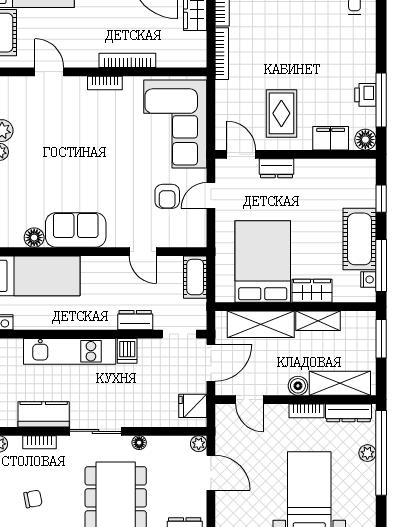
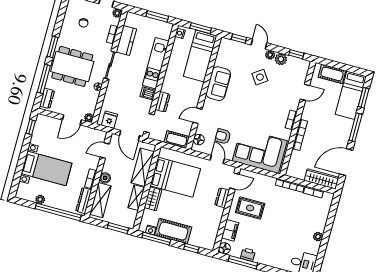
side table: (44, 159) -> (260, 77), added
floor lamp: (34, 238) -> (199, 140), moved
plant: (367, 453) -> (40, 199), moved

